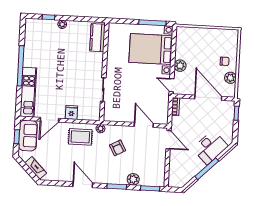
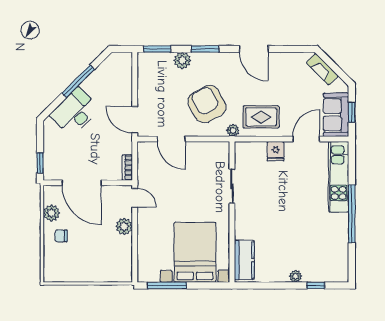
bed with nightstands: (151, 49) -> (195, 252), moved, turned -90
armchair: (118, 148) -> (207, 104), width x1.88, depth x1.88

